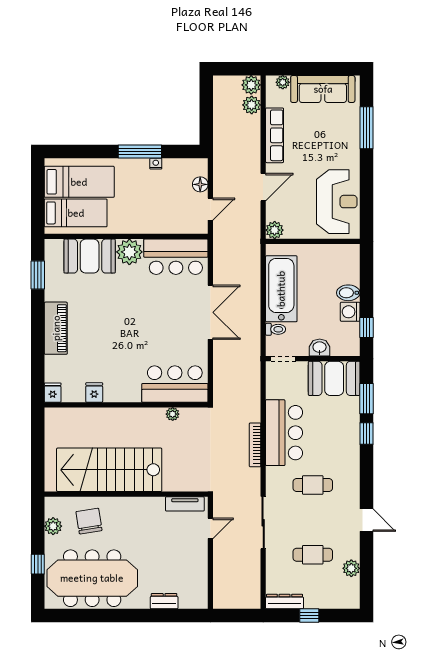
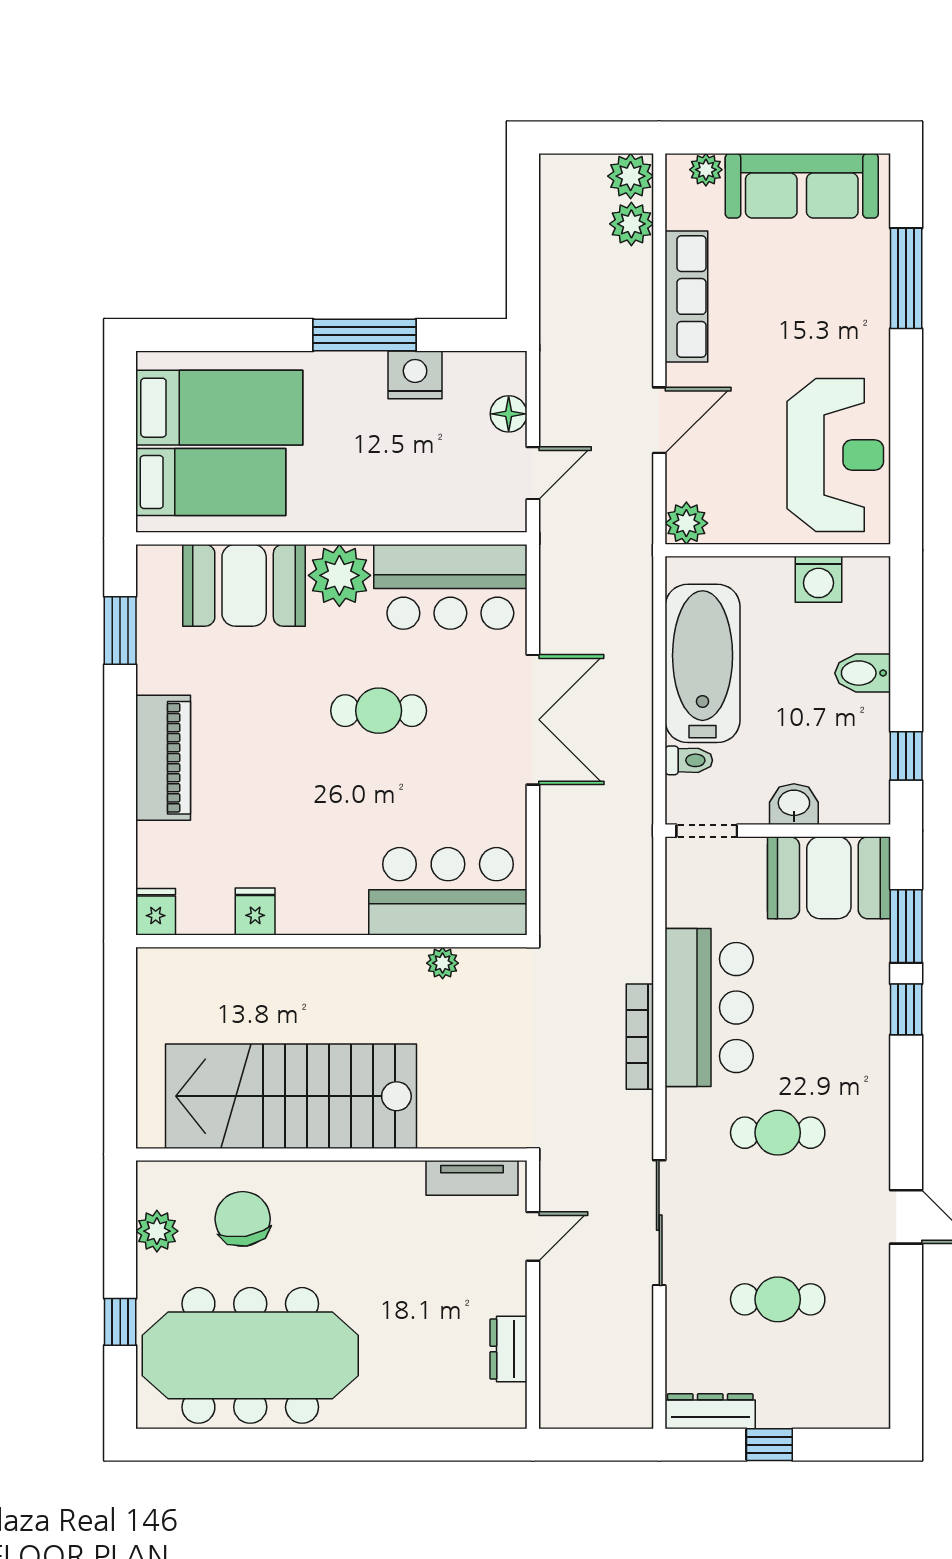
nightstand: (156, 164) -> (415, 375), width x1.89, depth x1.79
cafe table: (146, 309) -> (379, 711), added
washing machine: (350, 312) -> (818, 579), moved, turned -90
plant: (351, 568) -> (870, 1332), removed
dresser: (164, 601) -> (509, 1349), moved, turned -90

